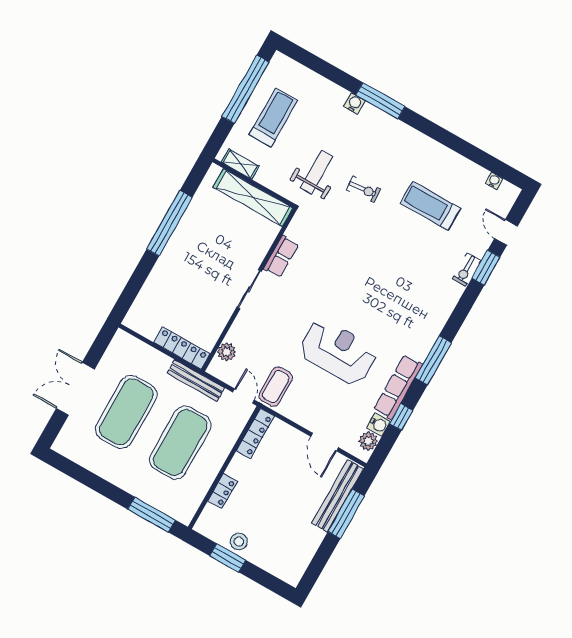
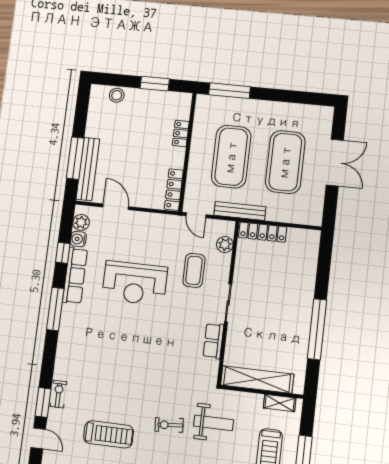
weight bench: (317, 172) -> (214, 423), turned -90
coffee table: (276, 387) -> (194, 270), moved
stool: (239, 542) -> (117, 95), moved

